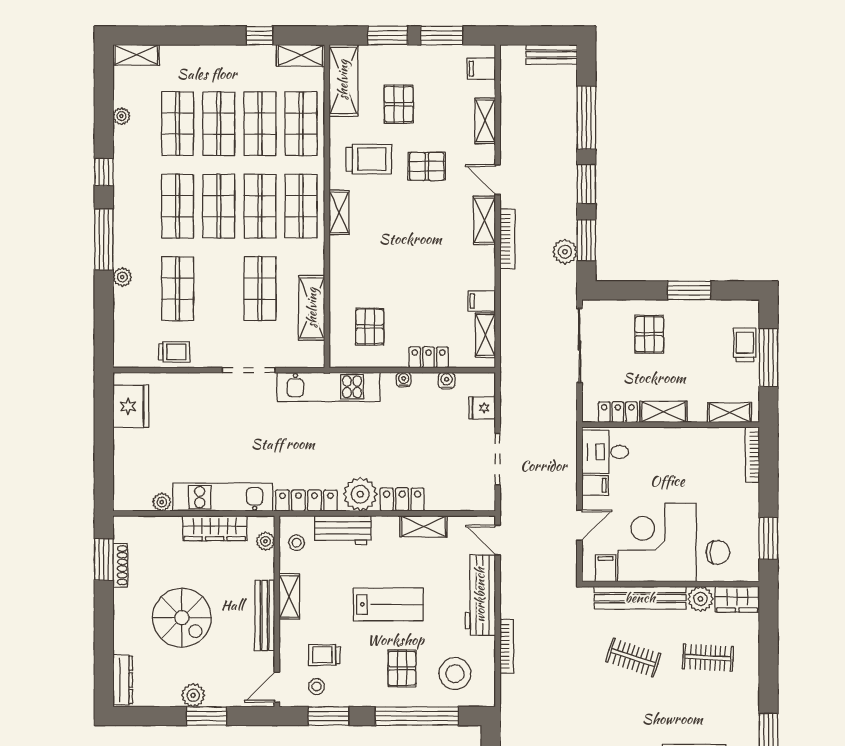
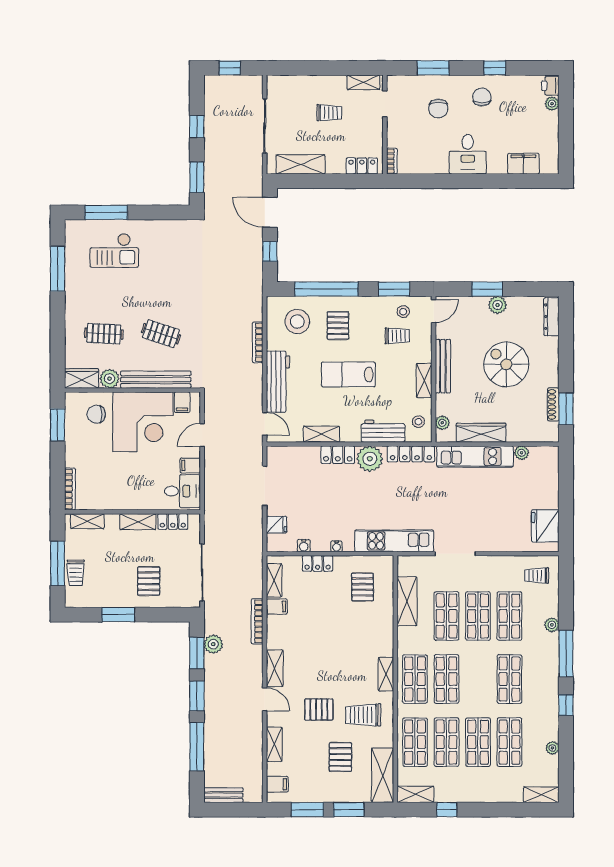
shop shelf: (219, 206) -> (478, 616), moved
bookcase: (507, 239) -> (257, 621), moved
trolley: (174, 352) -> (537, 576), moved

